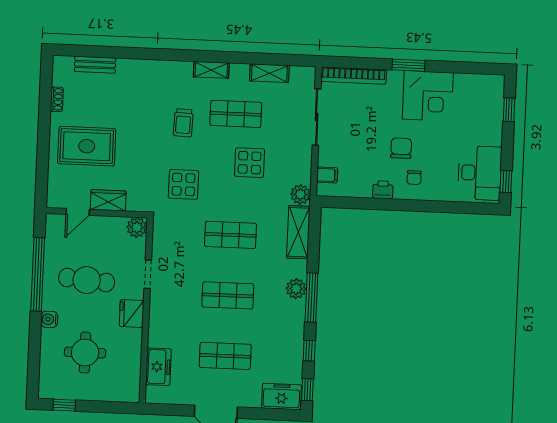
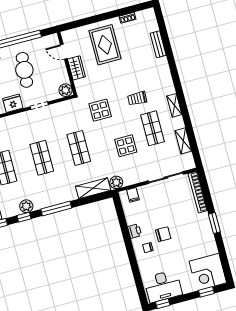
bench: (95, 65) -> (158, 44), moved
corner desk: (428, 96) -> (208, 272), moved
plant: (296, 289) -> (26, 206), moved

